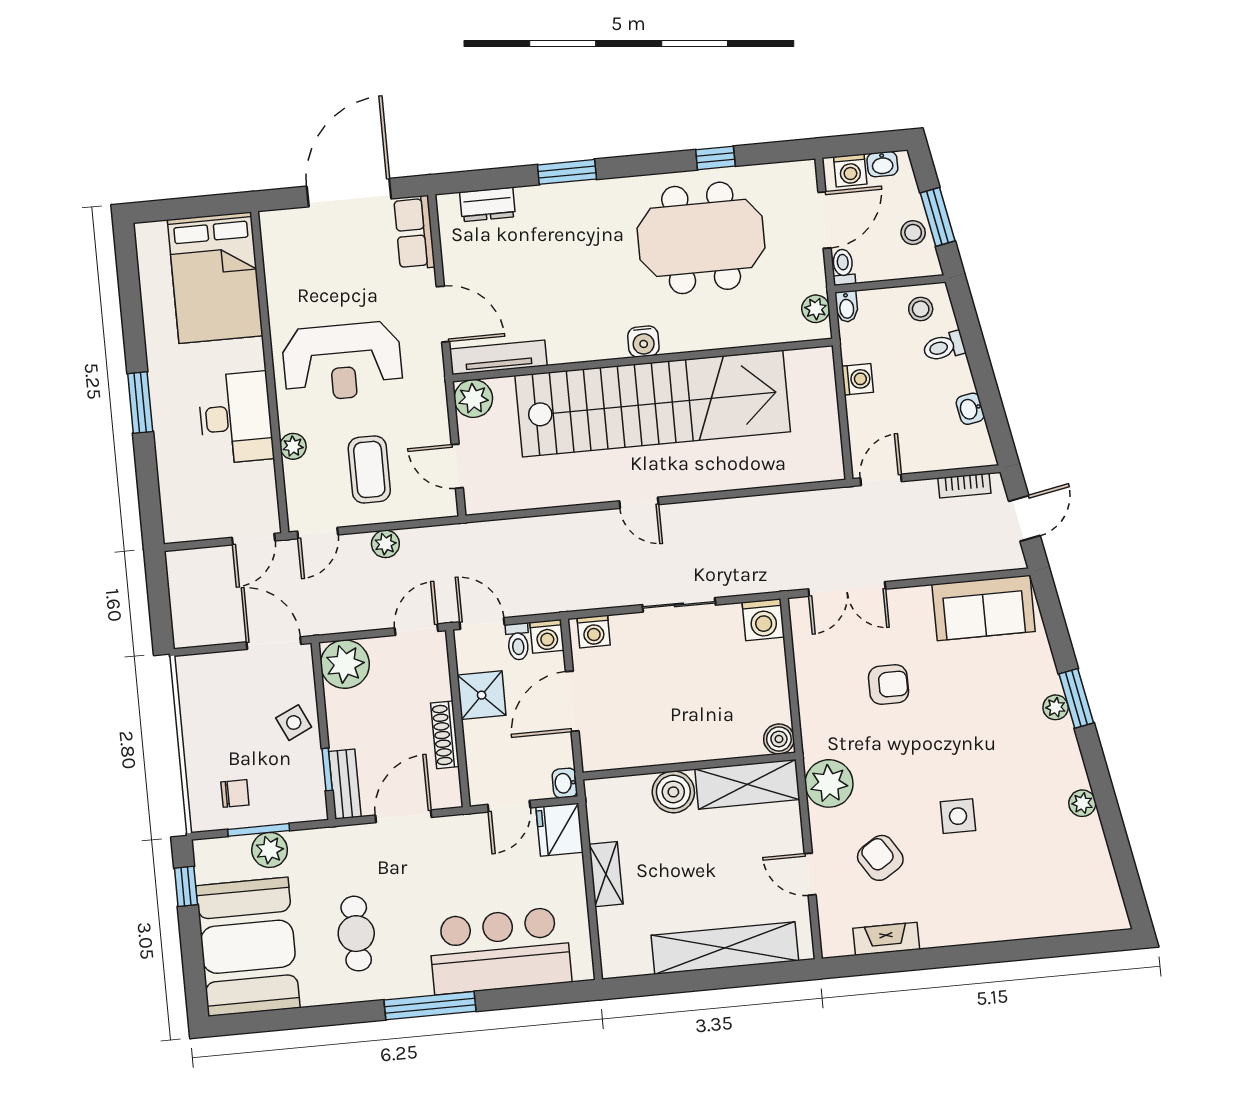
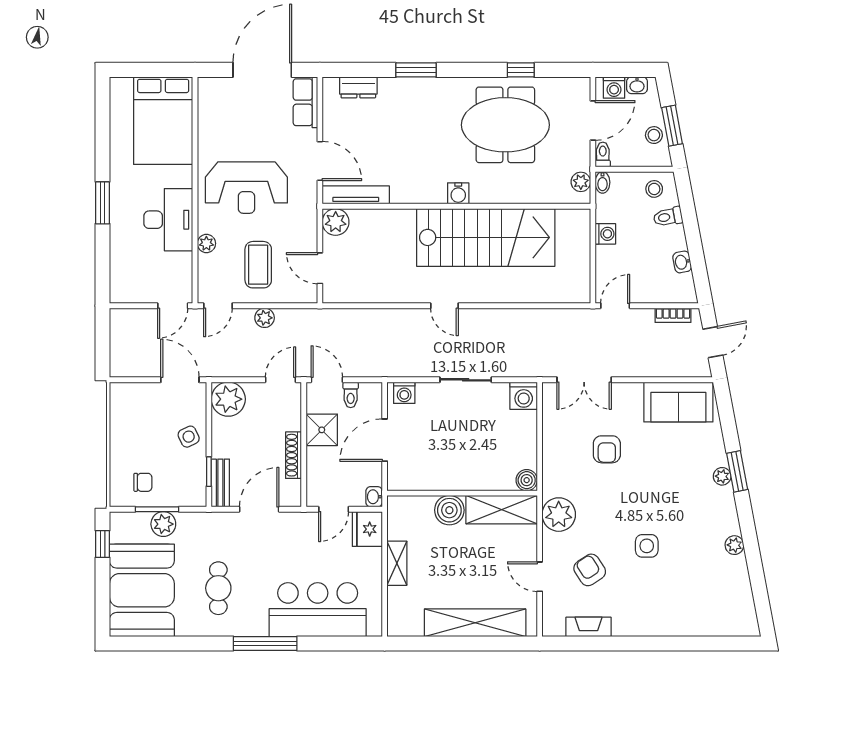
stairs: (653, 404) -> (486, 237), width x0.73
washing machine: (547, 636) -> (371, 393), removed
armchair: (888, 685) -> (607, 449), turned 90

